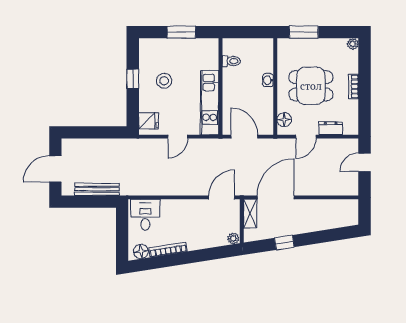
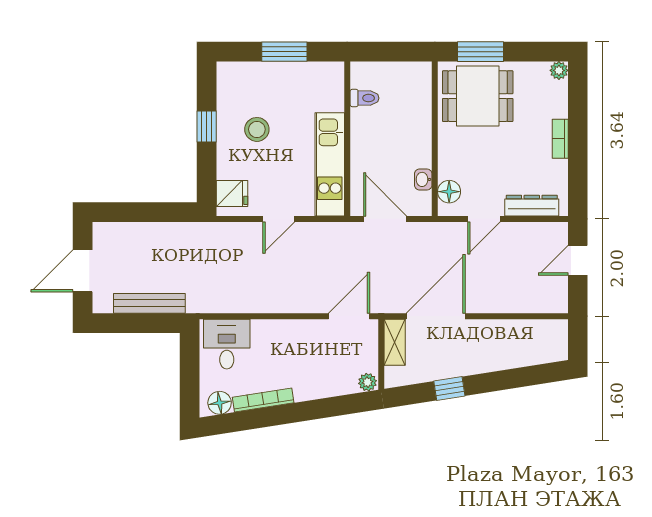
washbasin: (268, 80) -> (423, 179), moved
dining table: (311, 86) -> (478, 96), moved
dresser: (331, 128) -> (532, 206), width x1.44

